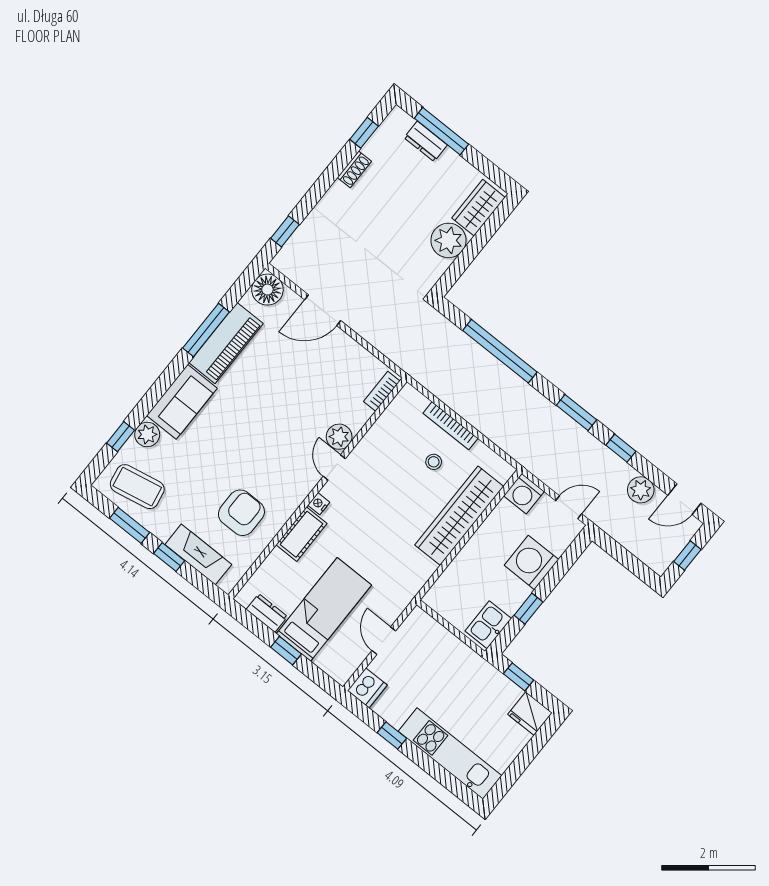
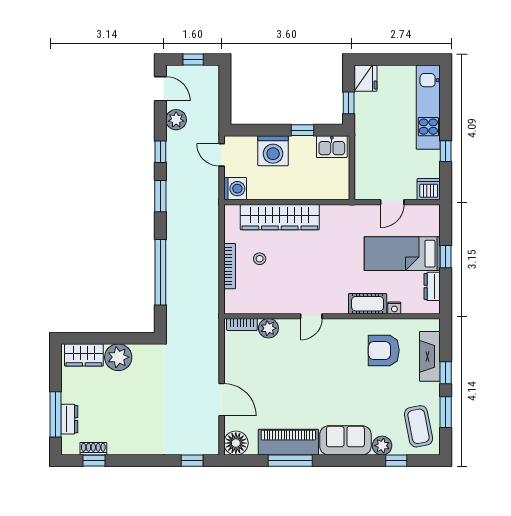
shoe rack: (354, 169) -> (93, 449), moved
plant: (339, 437) -> (268, 328), moved
nightstand: (319, 504) -> (394, 308), moved

